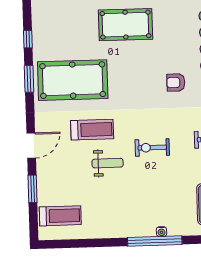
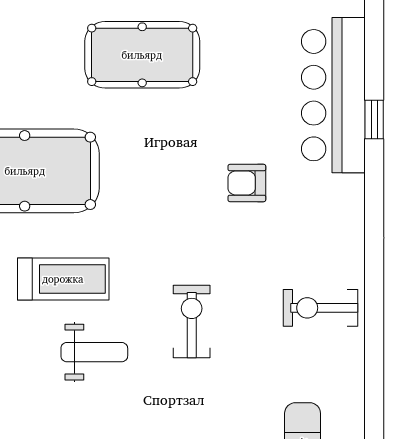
exercise bike: (152, 148) -> (192, 322), turned 90

